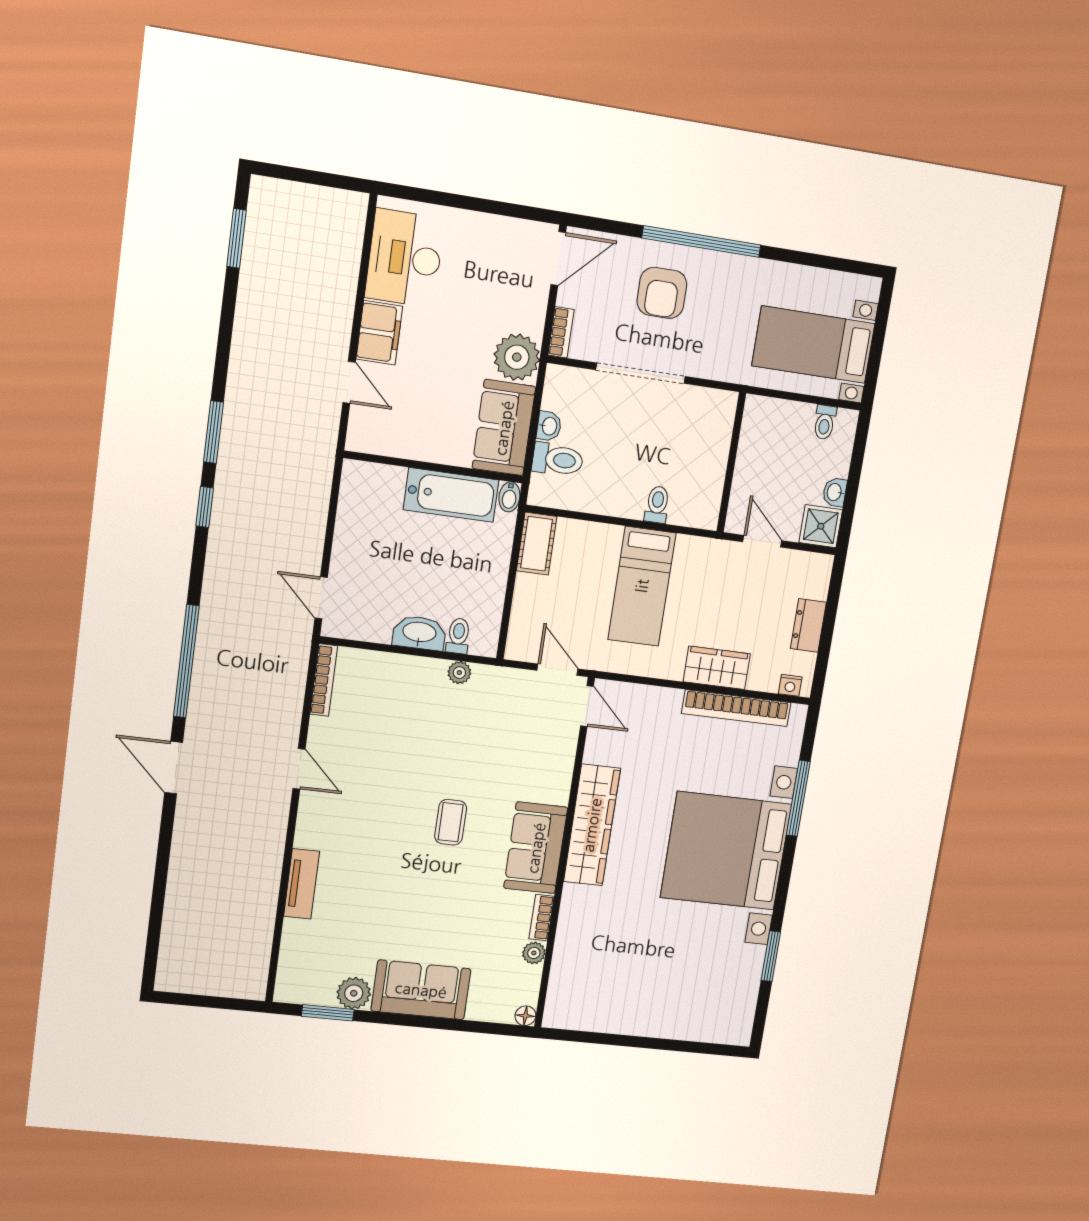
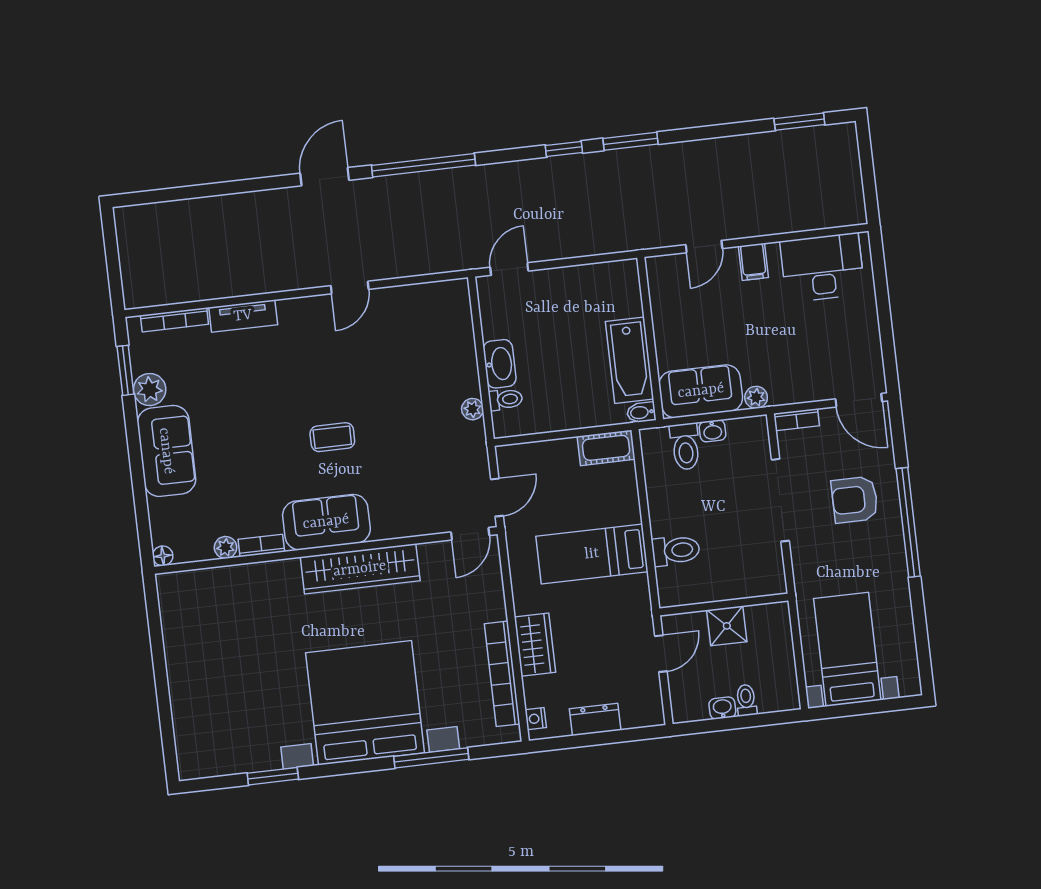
filing cabinet: (379, 333) -> (753, 262), width x0.50
plant: (517, 357) -> (756, 397), width x0.53, depth x0.53
toilet: (825, 422) -> (746, 700), moved, turned 90
toilet: (657, 505) -> (676, 550), width x1.37, depth x1.39
shower: (821, 526) -> (727, 626), moved
bookcase: (324, 680) -> (174, 320), moved

